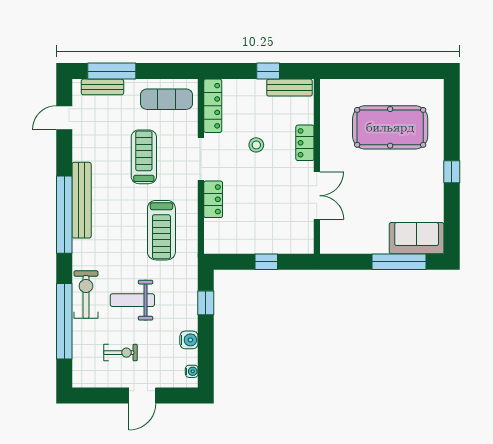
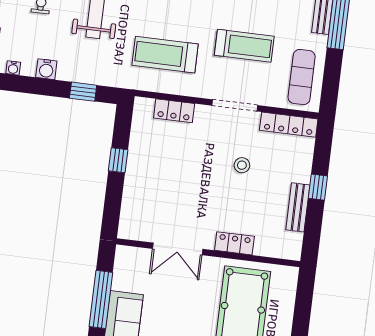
locker: (305, 143) -> (234, 243), moved
wall: (317, 166) -> (208, 253), moved
double door: (317, 196) -> (178, 249), moved
locker: (213, 199) -> (174, 111), moved

